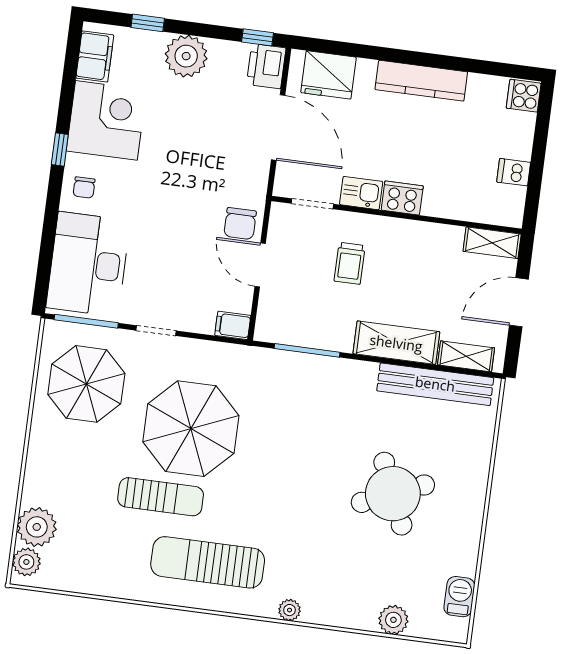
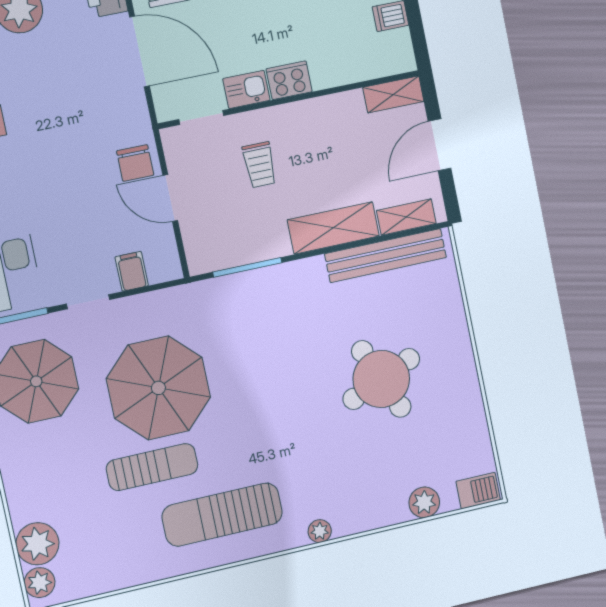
filing cabinet: (233, 325) -> (132, 271), moved, turned 90
barbecue: (459, 597) -> (478, 491), moved, turned 90

